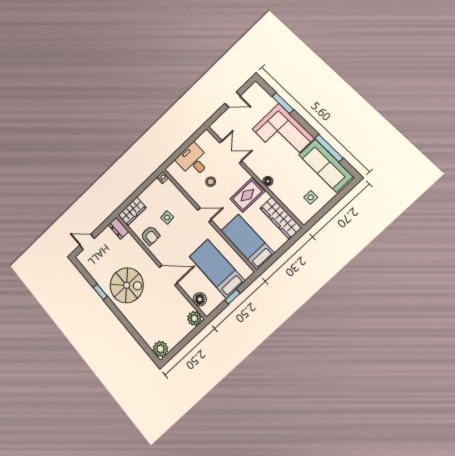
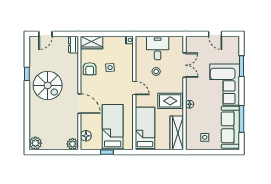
door: (87, 242) -> (45, 34), swing flipped

